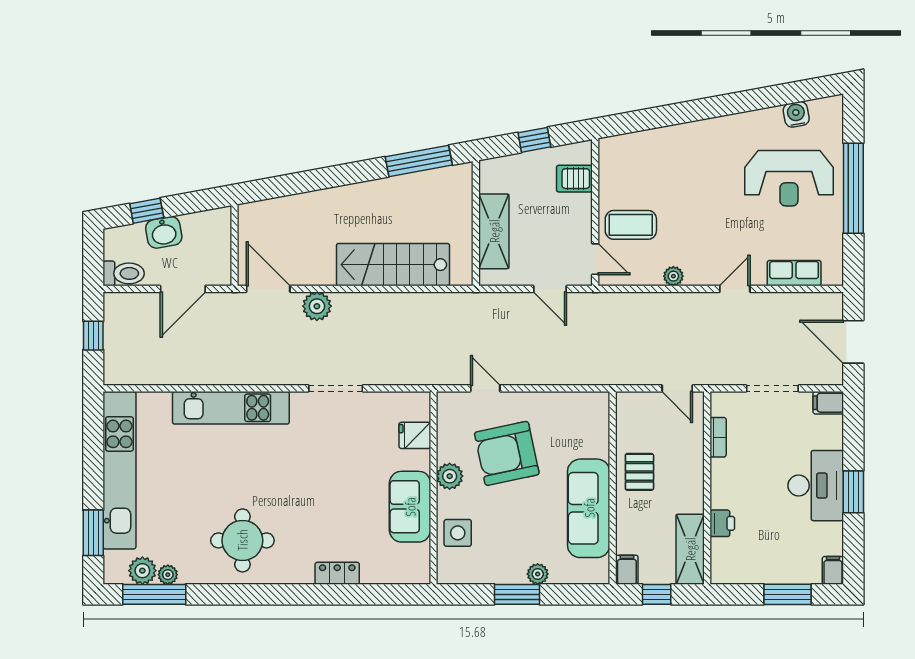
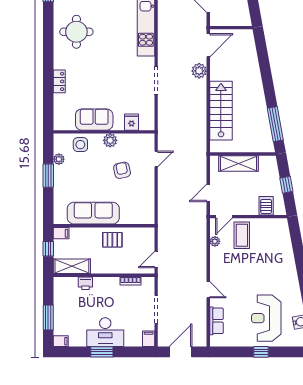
window: (853, 188) -> (261, 352), width x0.32
plant: (673, 276) -> (215, 241), moved
armchair: (507, 453) -> (122, 170), width x0.53, depth x0.53
plant: (538, 574) -> (59, 159), moved

